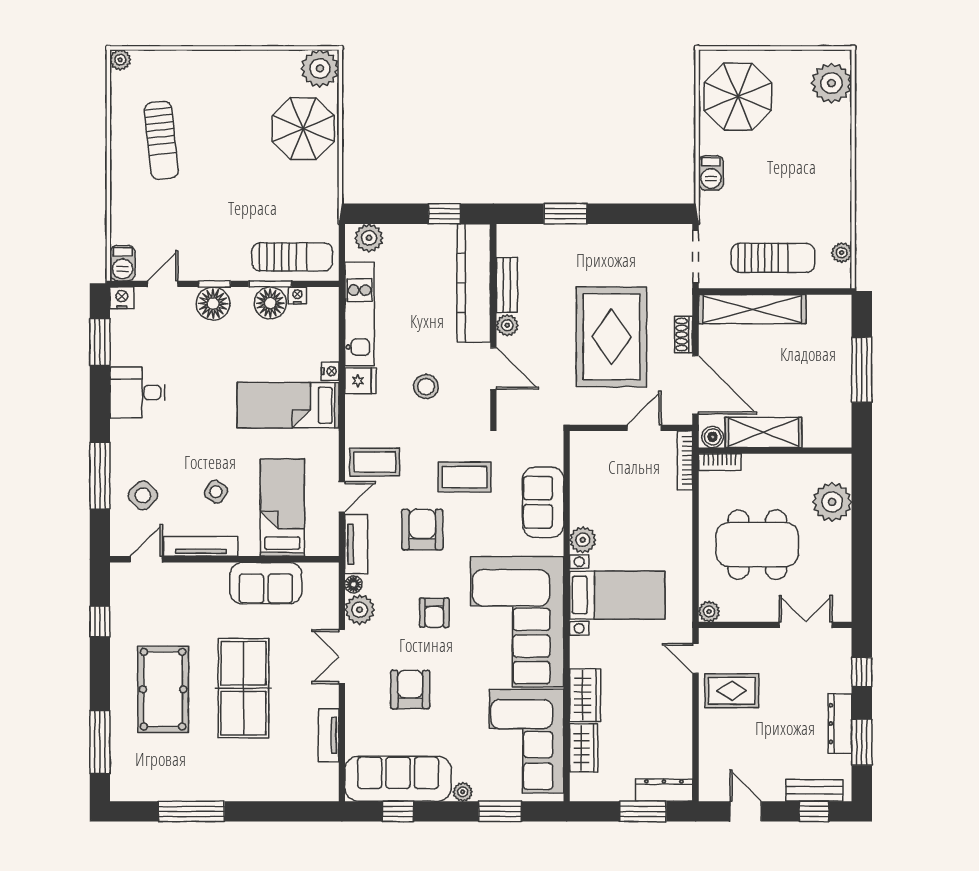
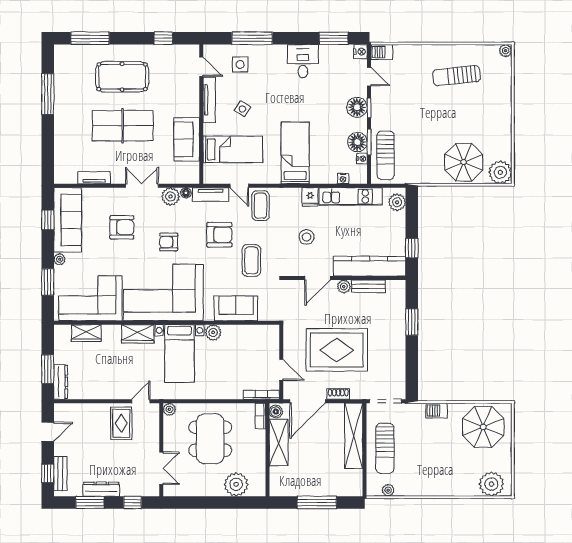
nightstand: (330, 371) -> (343, 179), moved
side table: (143, 495) -> (240, 64), turned 45
wardrobe: (585, 695) -> (138, 334), moved

